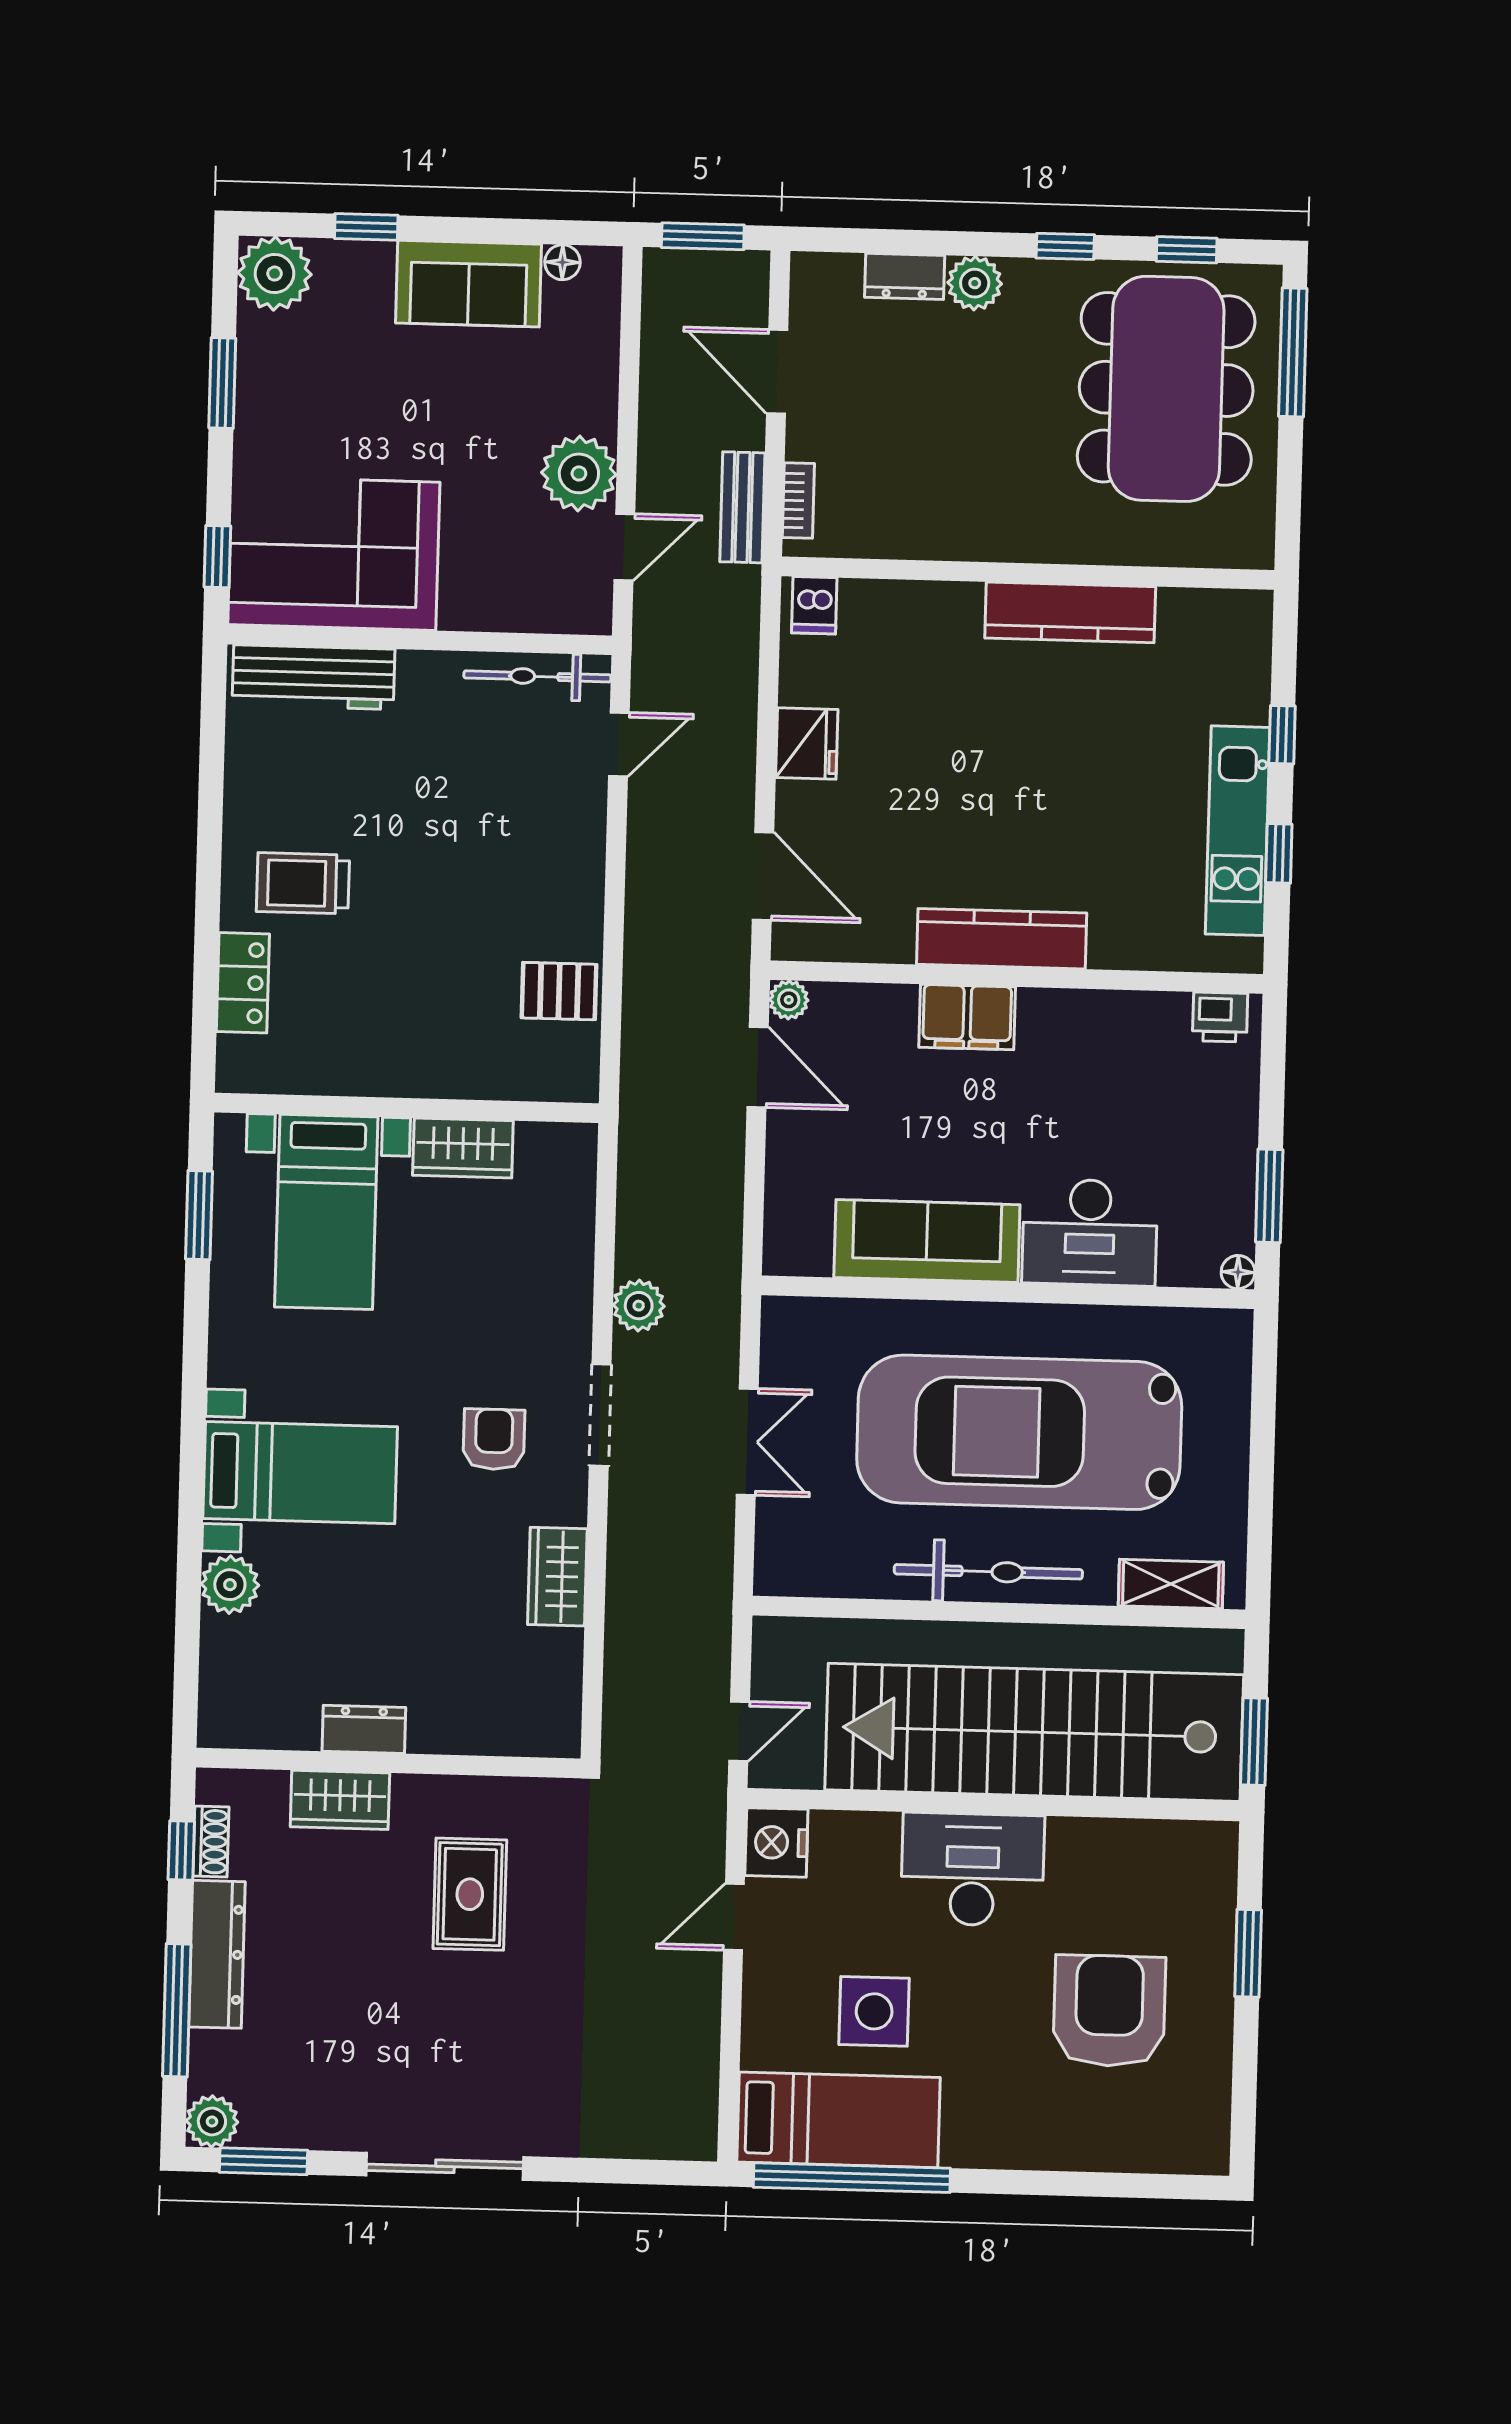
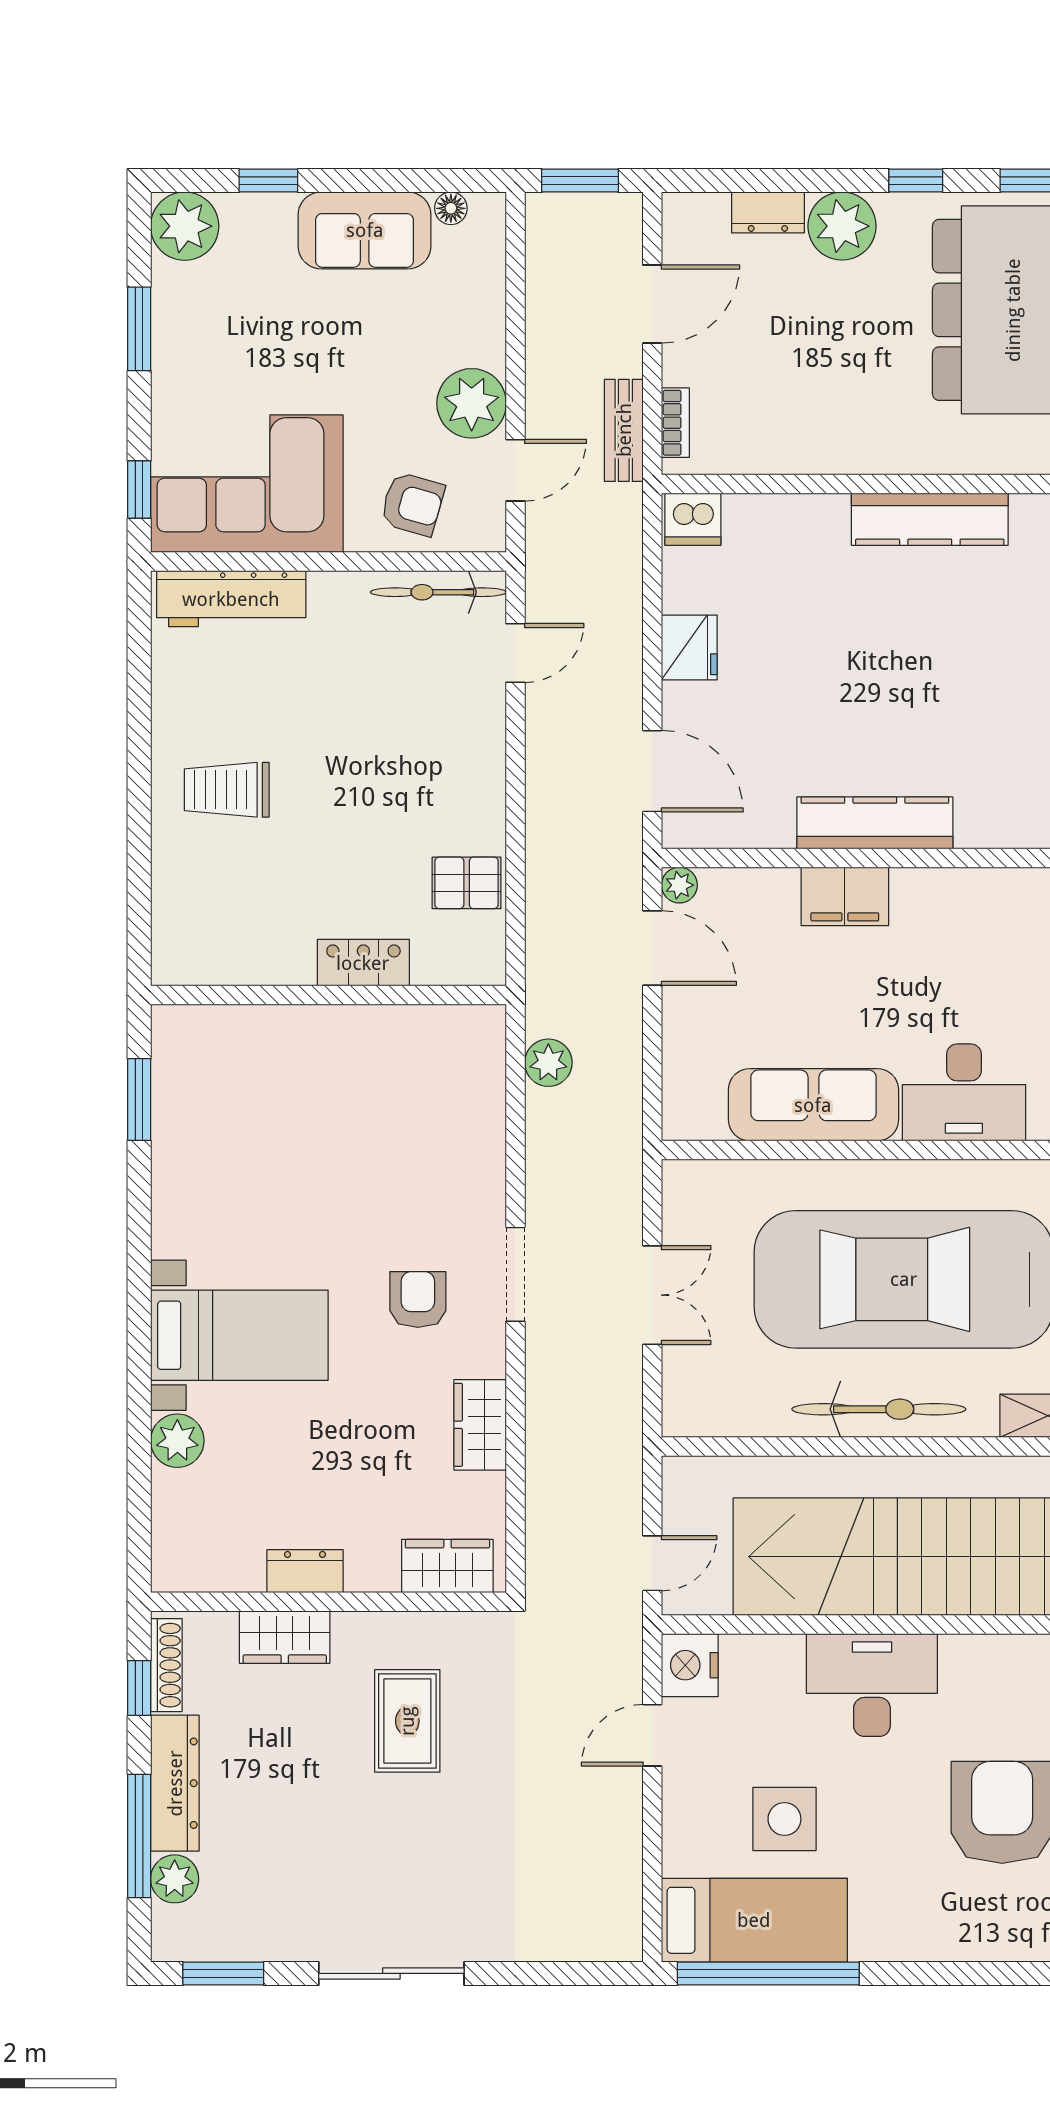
plant: (975, 283) -> (842, 226), width x1.36, depth x1.36
door: (777, 372) -> (652, 304), swing flipped
armchair: (512, 580) -> (412, 504), added
dishwasher: (814, 605) -> (693, 519), width x1.38
locker: (243, 983) -> (363, 963), moved, turned -90
wardrobe: (463, 1148) -> (447, 1566), moved, turned 180
bed with nightstands: (326, 1212) -> (257, 1093), removed
plant: (639, 1306) -> (548, 1063), moved
shoe rack: (211, 1842) -> (166, 1665), width x1.43
plant: (212, 2121) -> (175, 1879), moved

